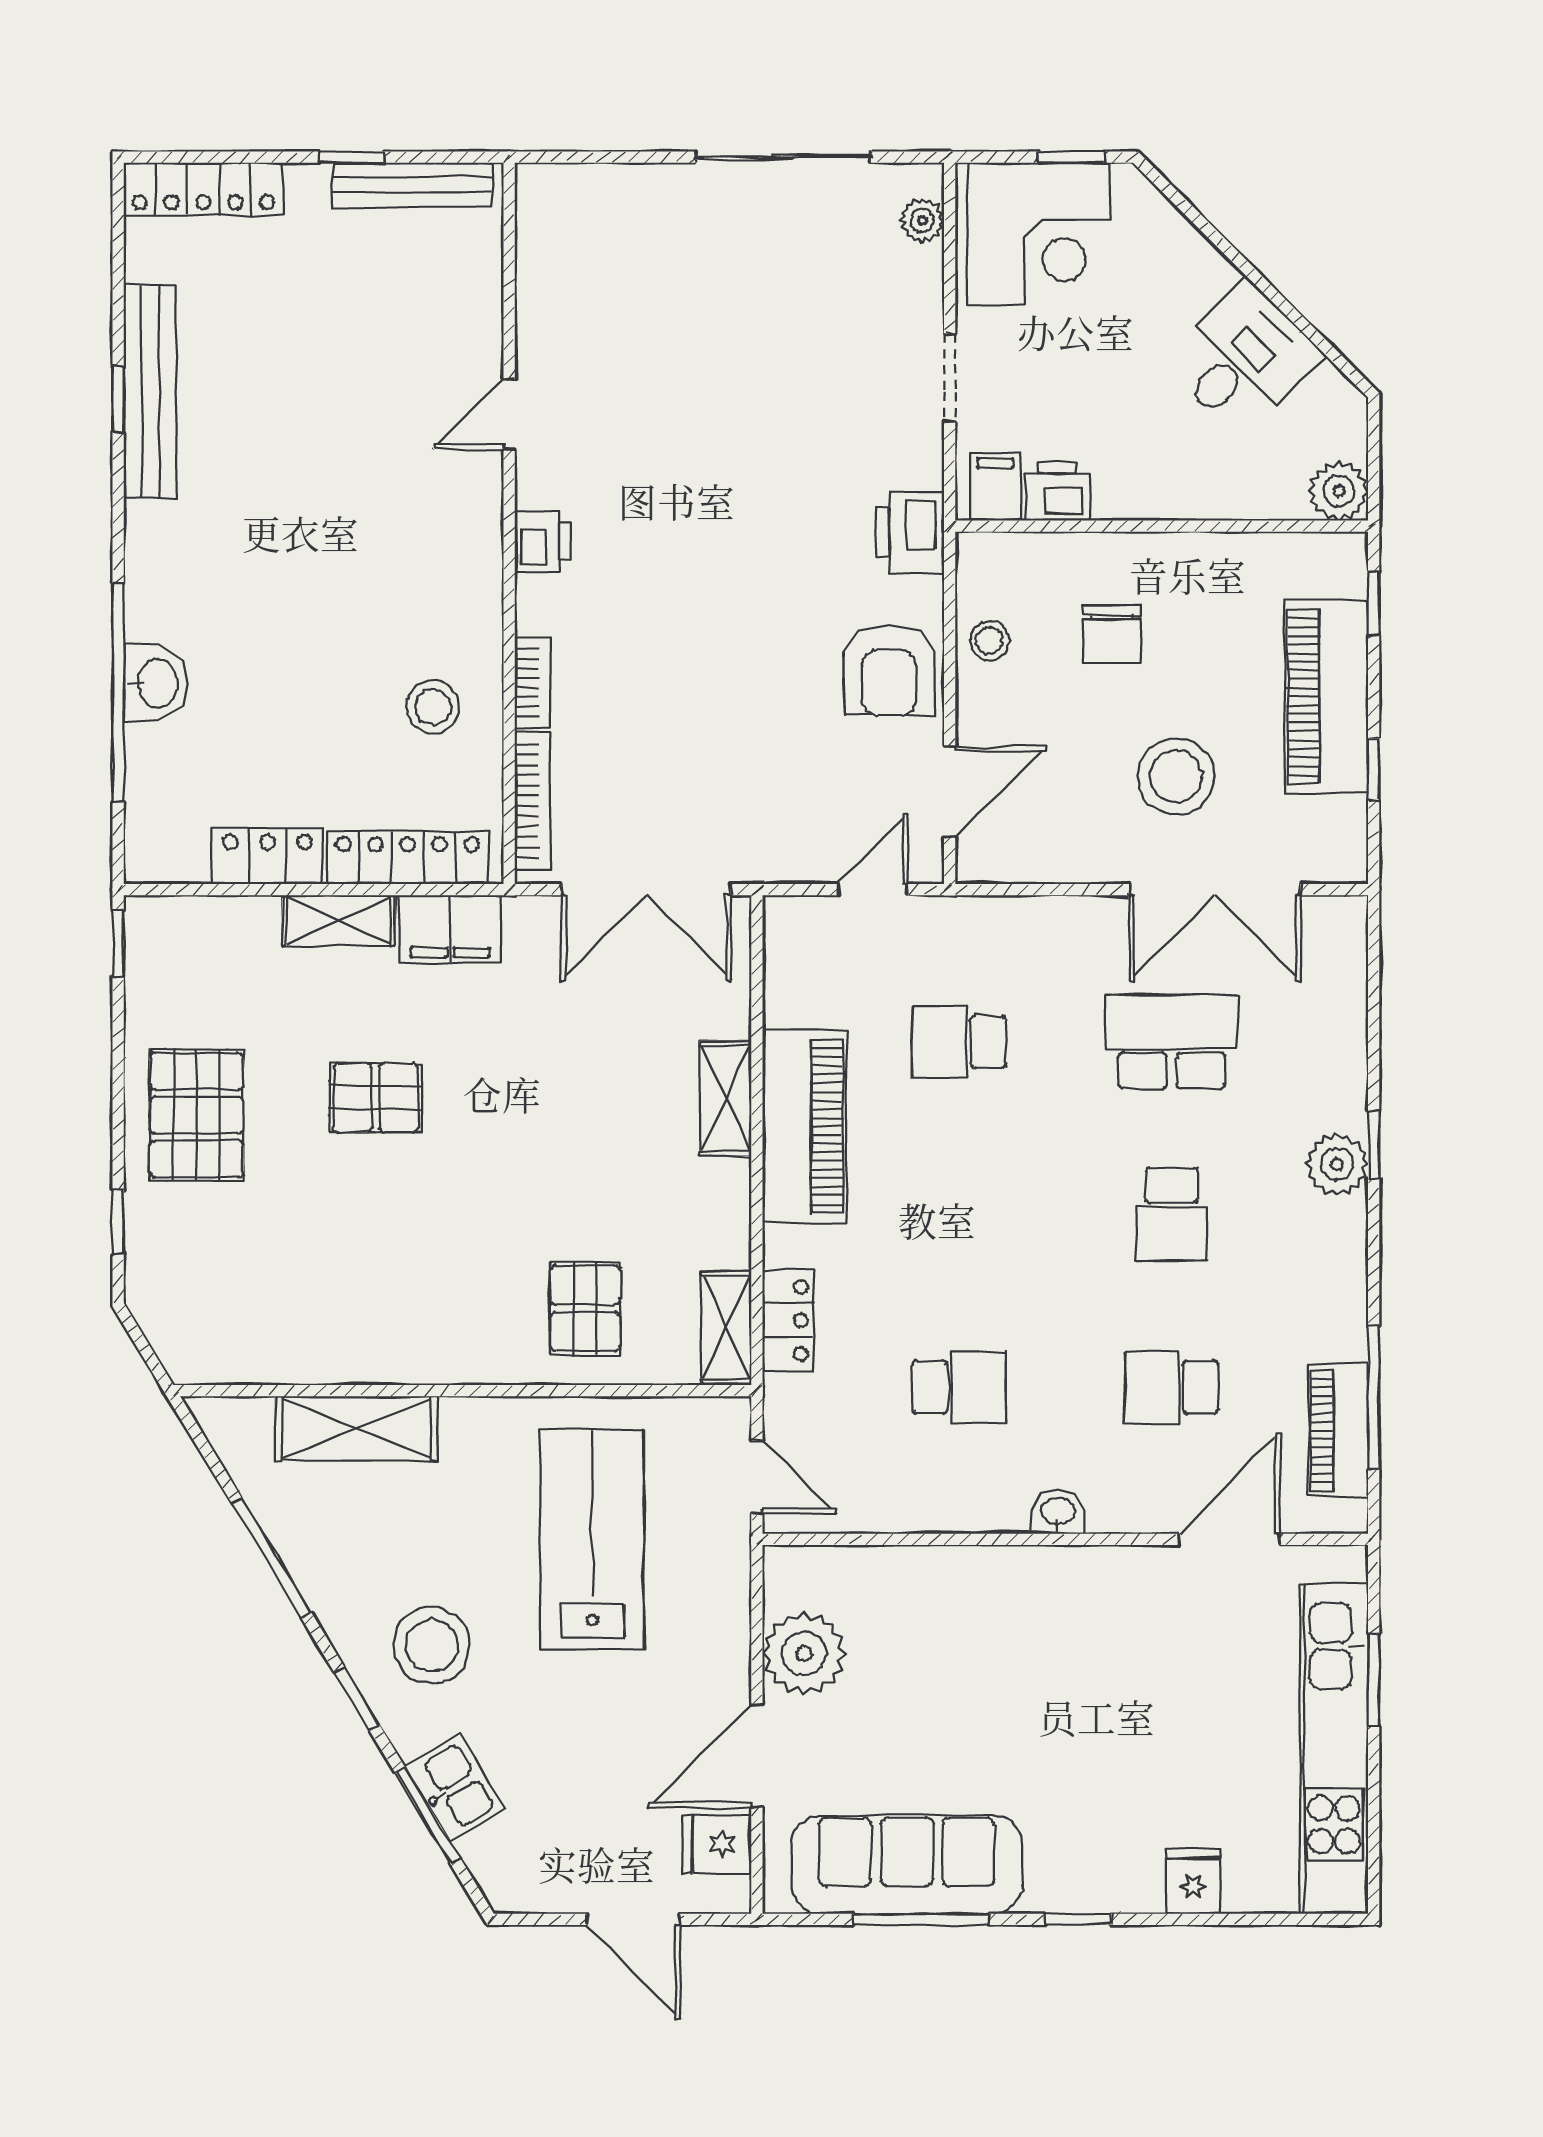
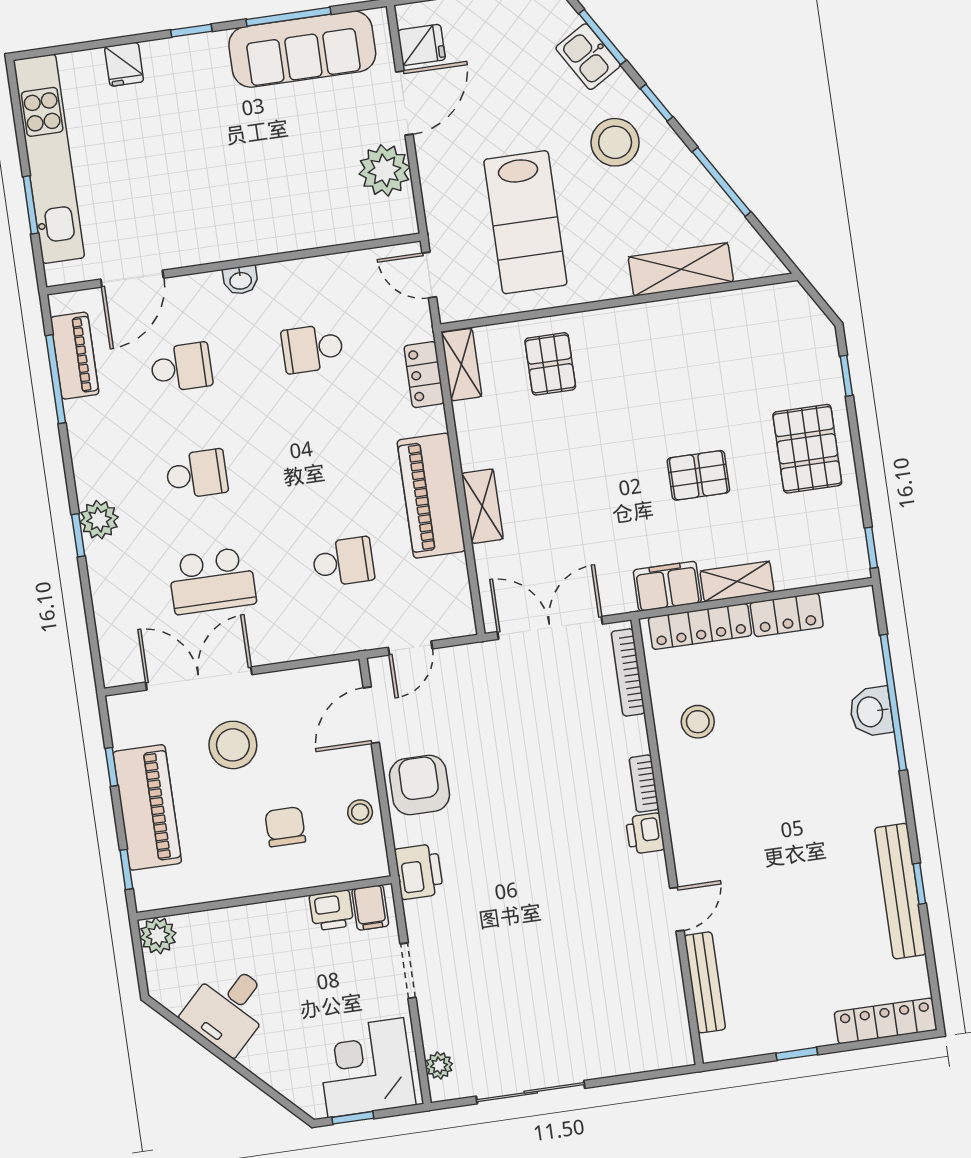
bench: (413, 185) -> (705, 982), moved, turned 90
bookcase: (532, 683) -> (644, 784), moved
school desk: (1172, 1214) -> (197, 474), turned 90

